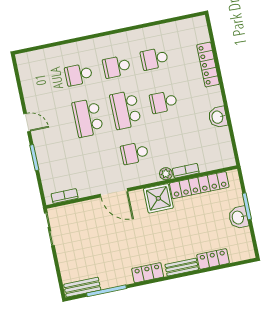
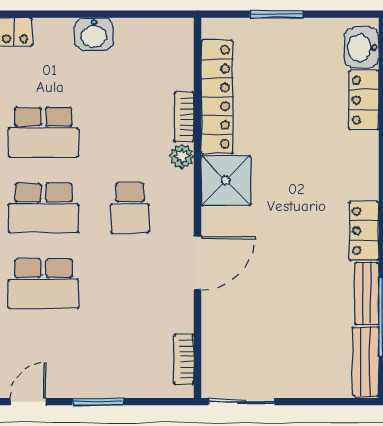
school desk: (163, 102) -> (43, 132), width x1.85
washbasin: (238, 217) -> (362, 48), moved, turned 90
bench: (182, 267) -> (367, 294), moved

